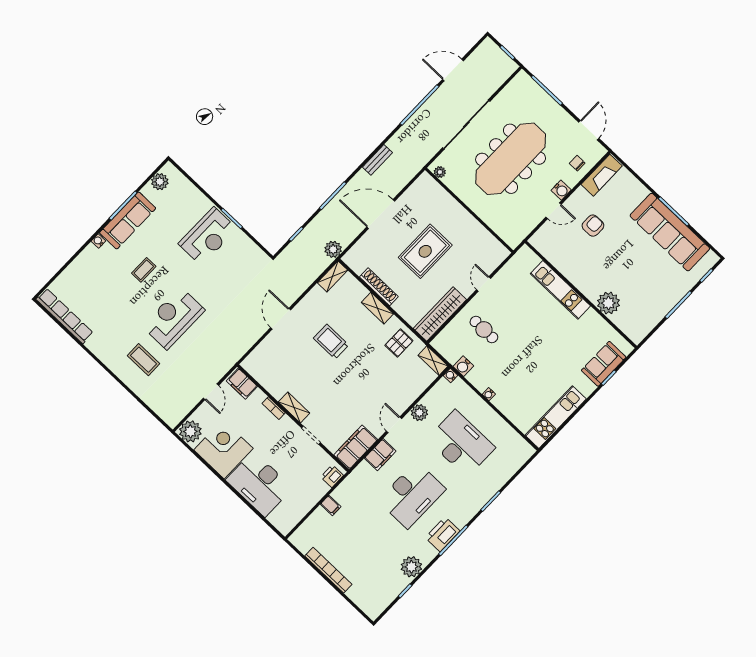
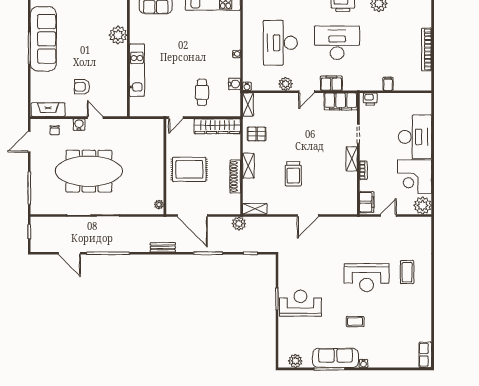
plant: (440, 172) -> (159, 205), moved
wall: (469, 210) -> (165, 167), moved
row of seats: (65, 316) -> (425, 355), width x0.50

